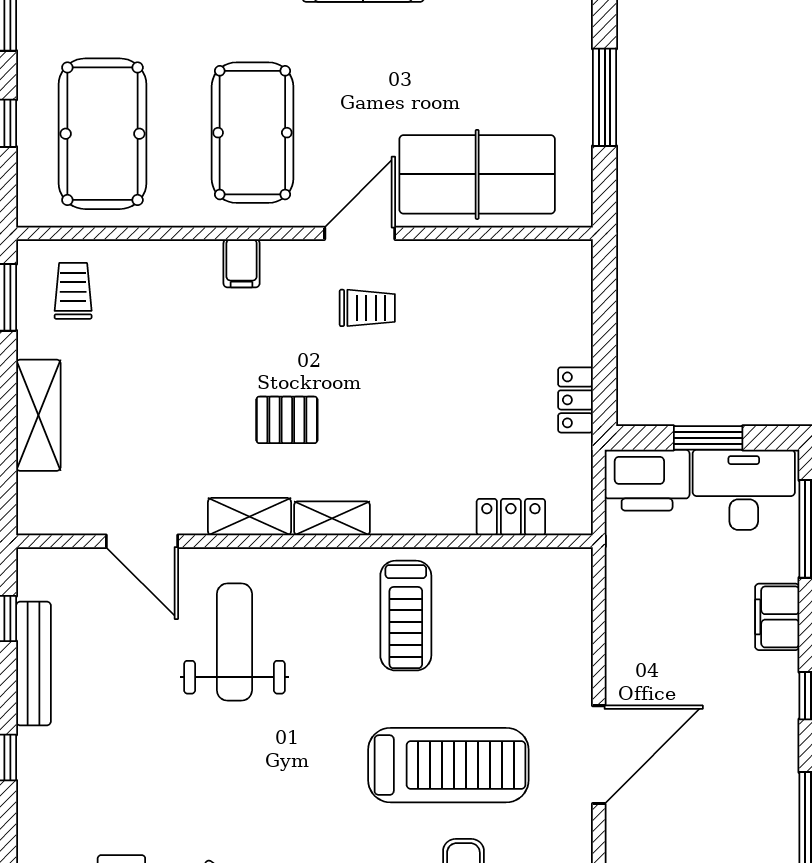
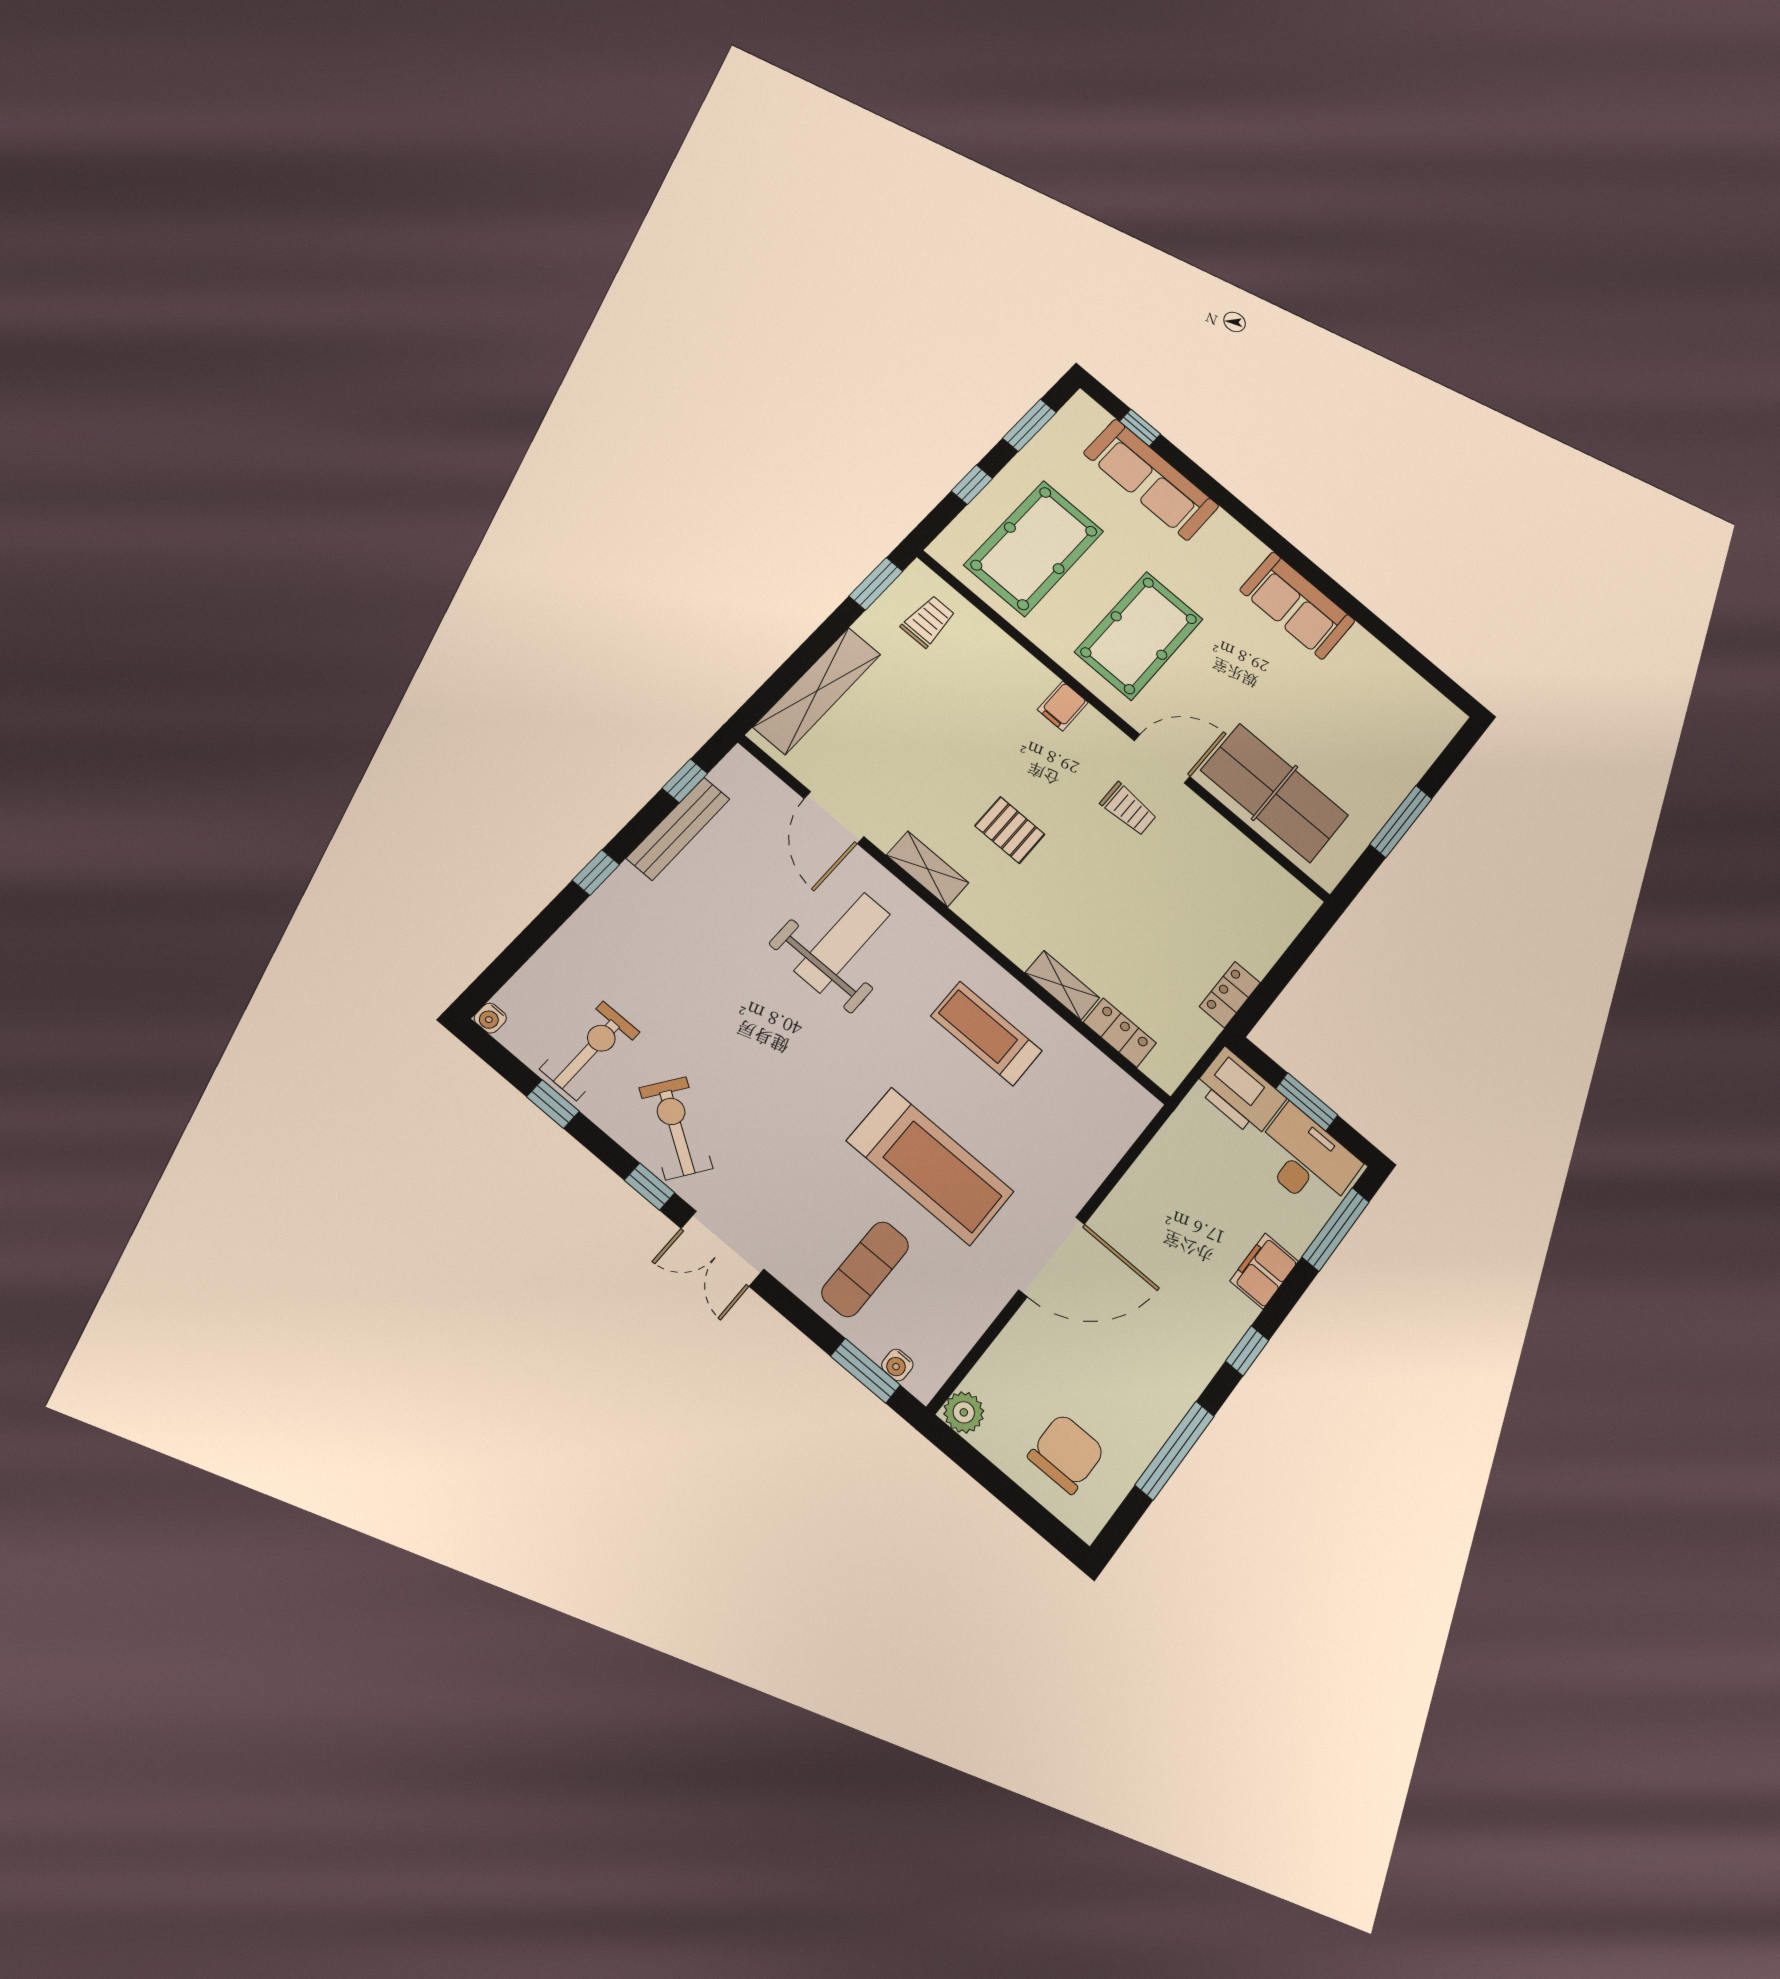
shelving: (38, 415) -> (817, 690), width x1.47
shelving: (332, 518) -> (1062, 985), moved
treadmill: (406, 616) -> (986, 1033), turned 90

